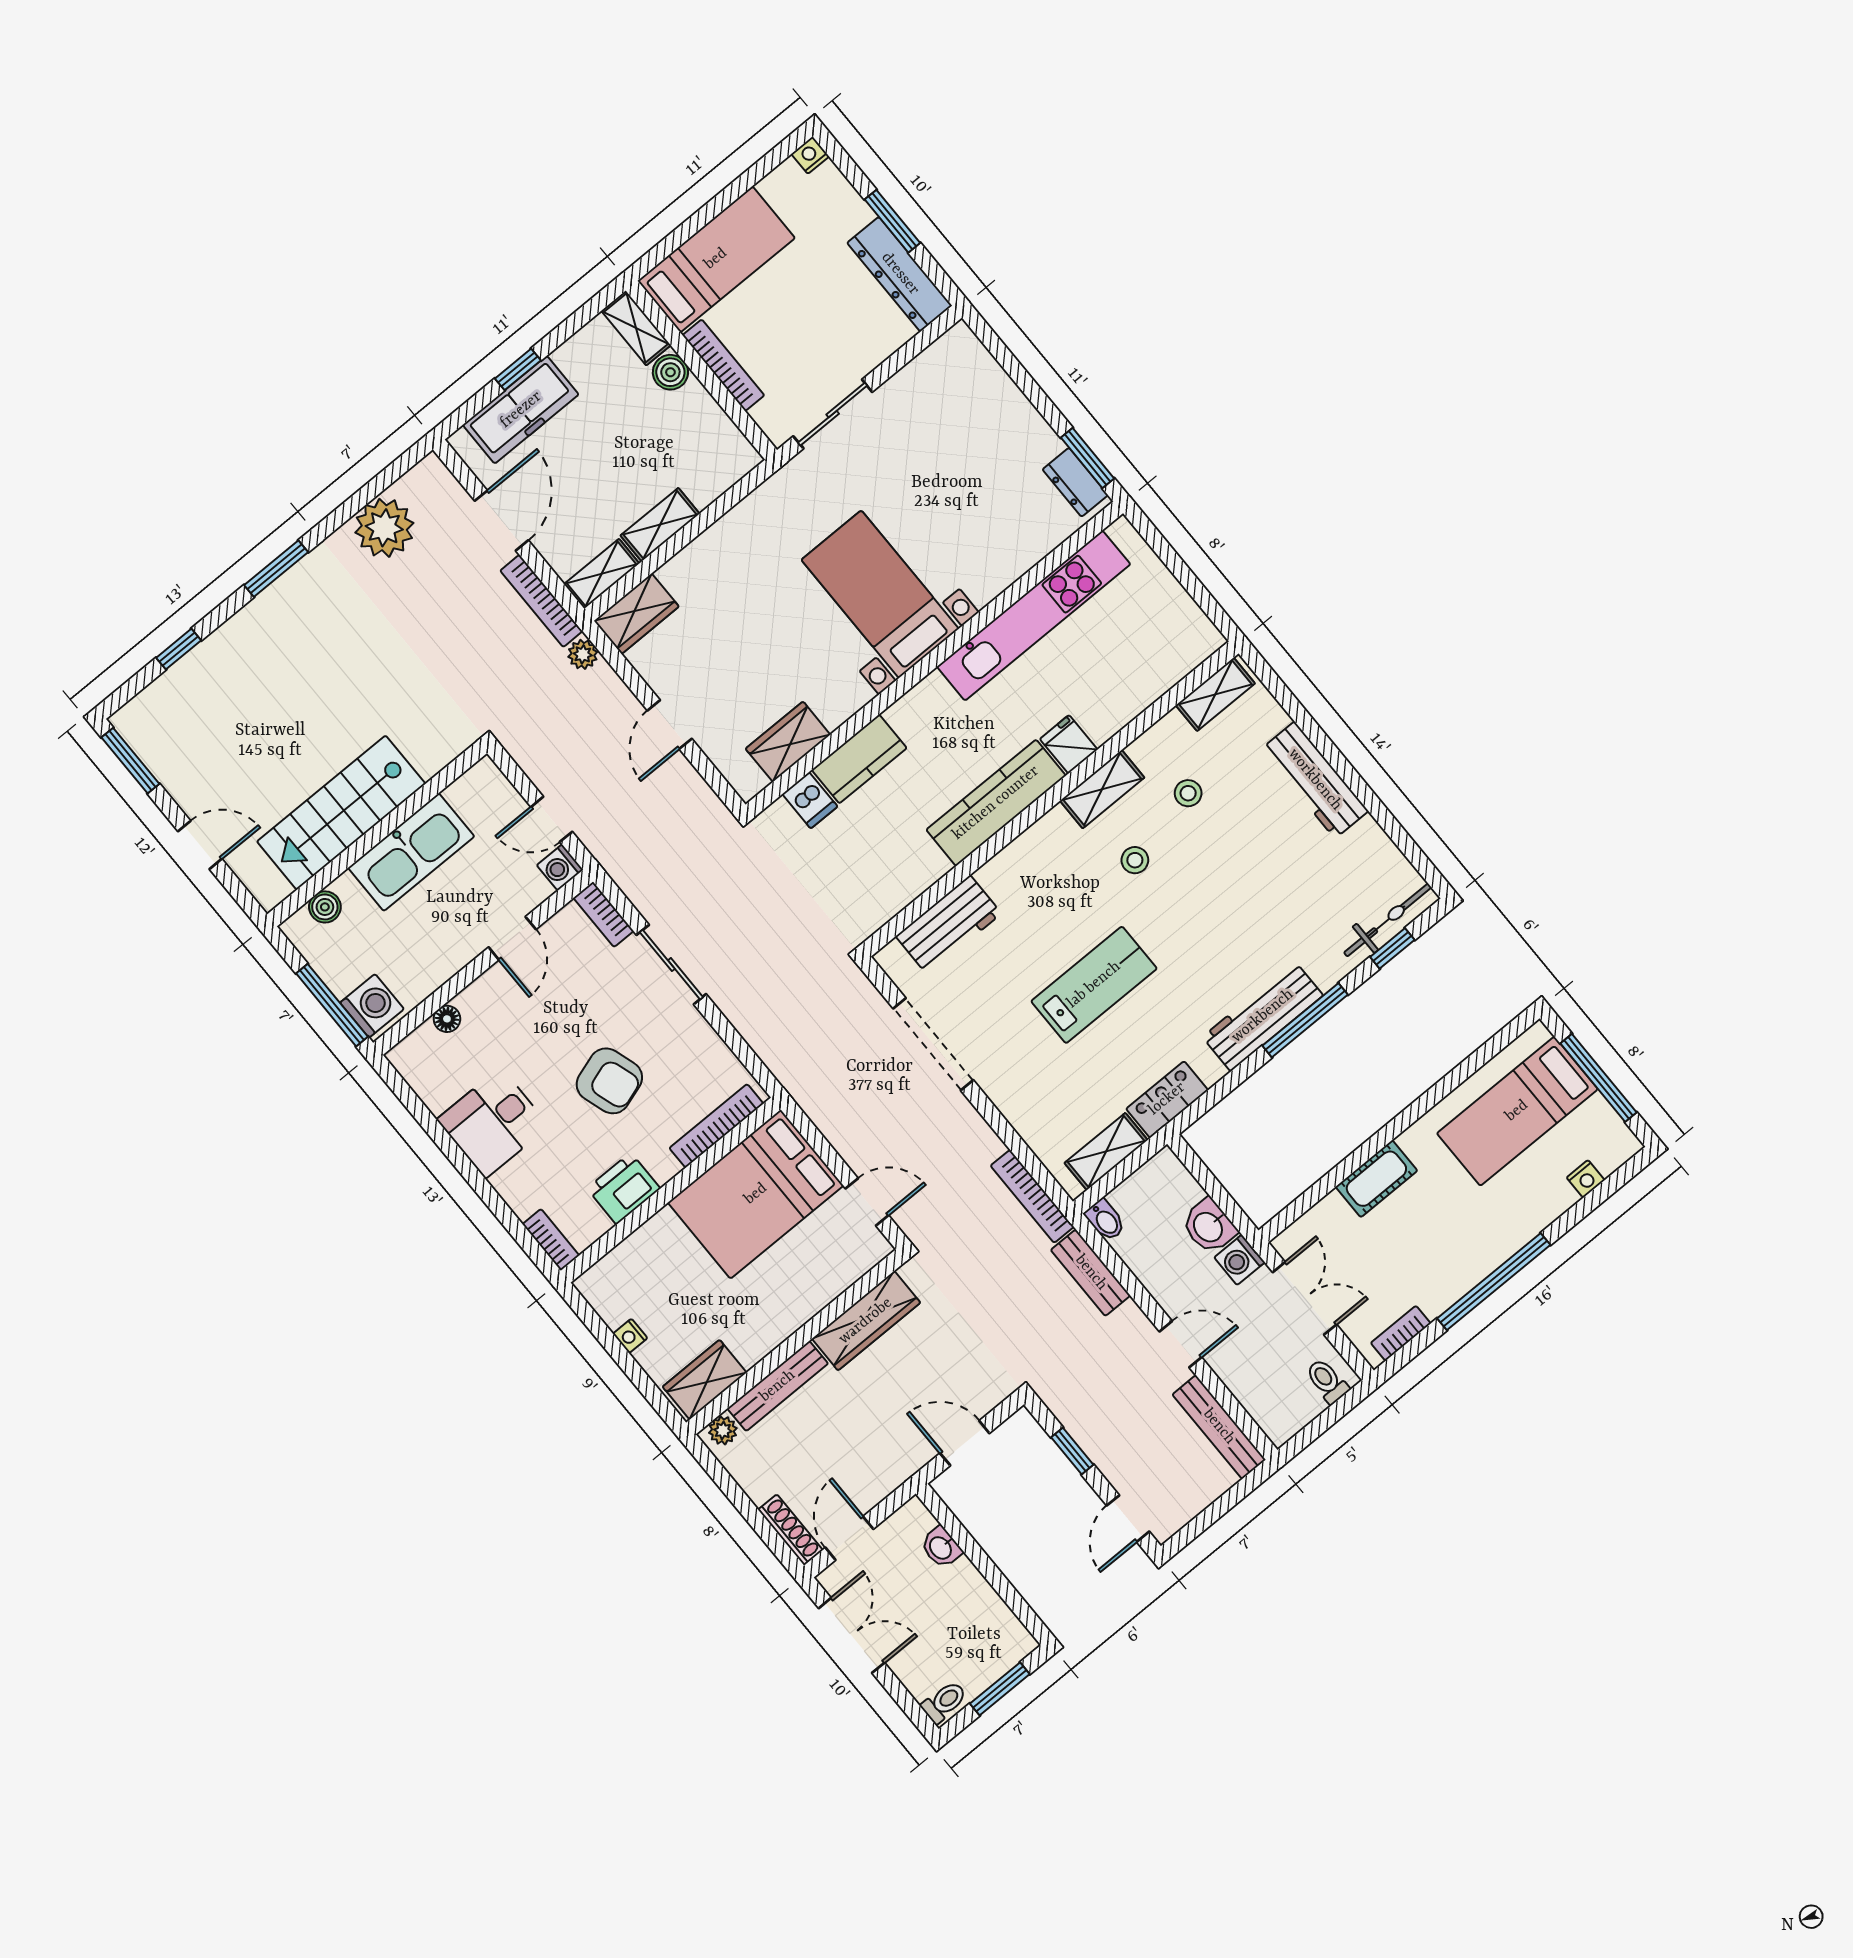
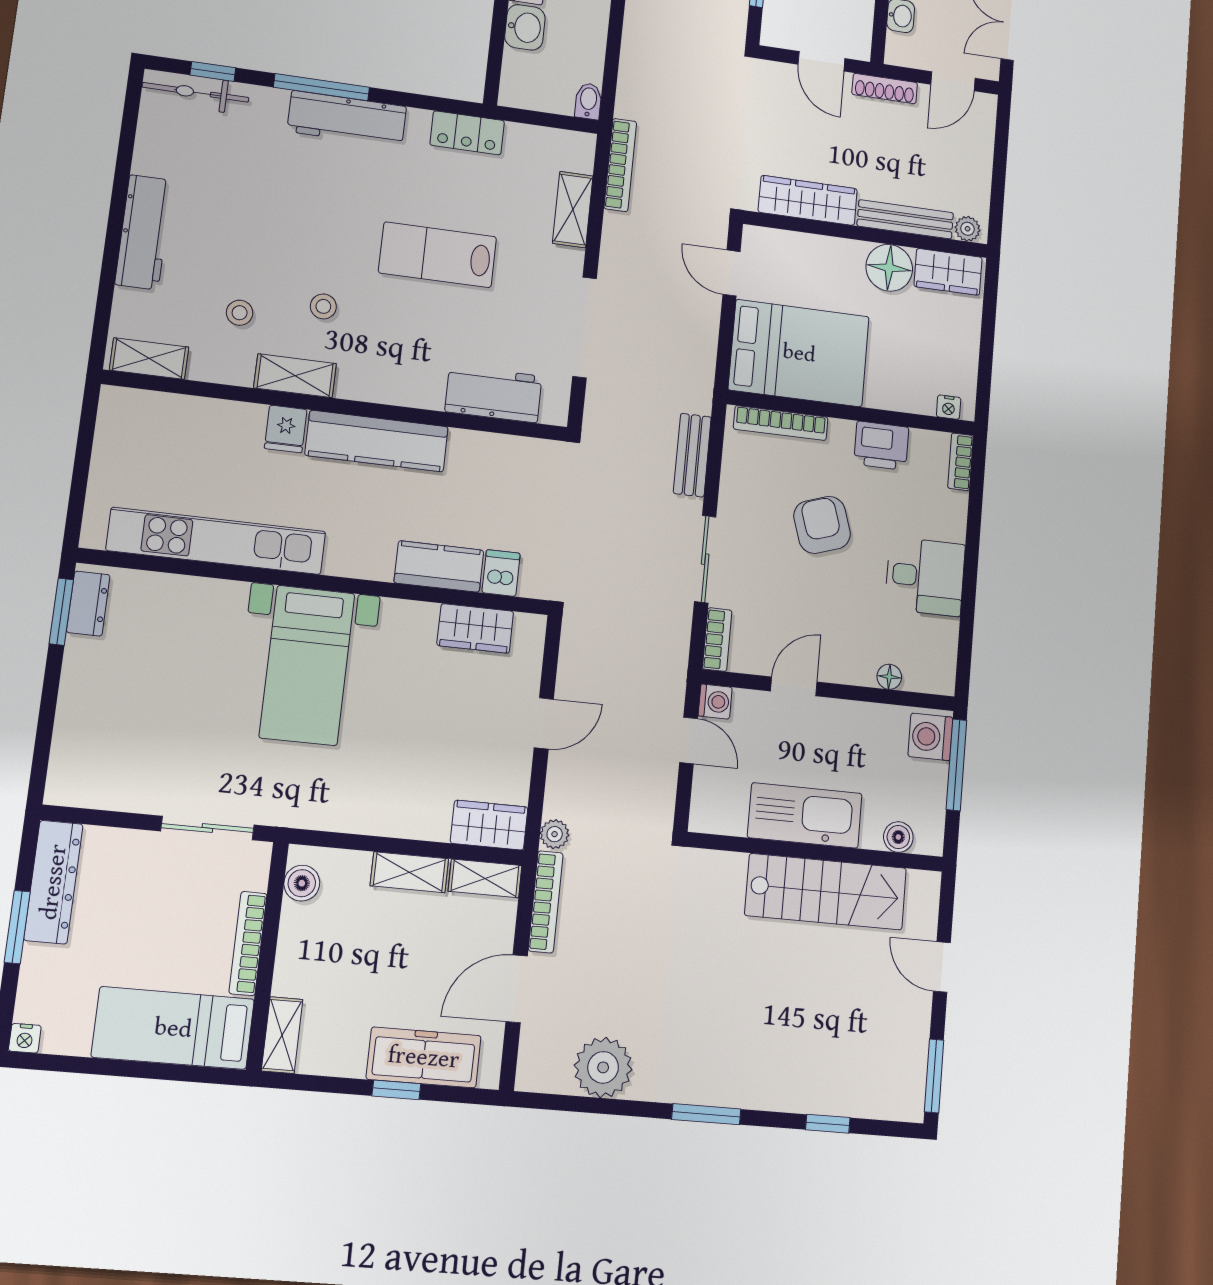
boiler: (670, 372) -> (302, 883), moved
shelving: (1106, 1152) -> (573, 210), moved, turned 90
bench: (1091, 1273) -> (692, 455), moved
floor lamp: (753, 1334) -> (889, 268), added
nightstand: (630, 1336) -> (949, 407), moved, turned 90
shoe rack: (790, 1530) -> (885, 89), moved, turned -90

